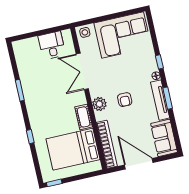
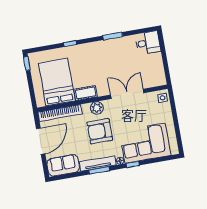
corner sofa: (123, 35) -> (145, 143), moved, turned 90
desk: (52, 45) -> (148, 43), moved
armchair: (125, 100) -> (100, 131), width x1.88, depth x1.88

